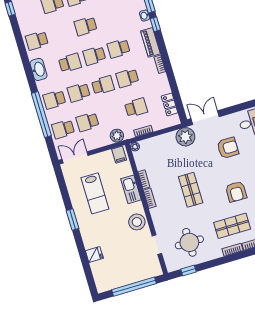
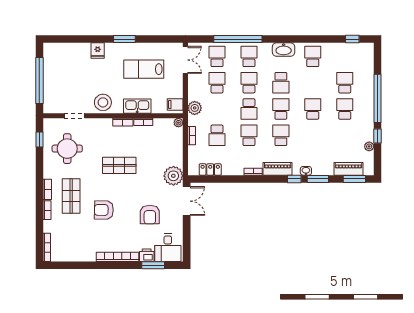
fridge: (94, 255) -> (98, 51), moved

